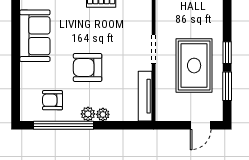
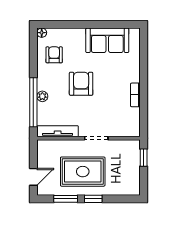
plant: (88, 114) -> (43, 84), removed
floor lamp: (26, 115) -> (42, 33), added
window: (63, 125) -> (33, 102), moved
door: (201, 125) -> (33, 177), swing flipped

